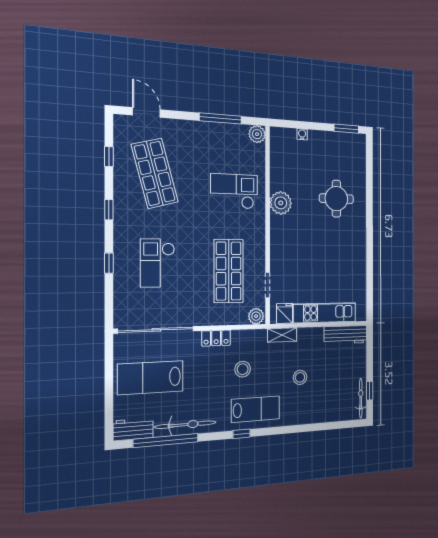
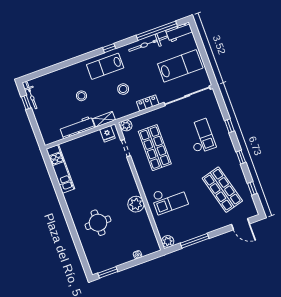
kitchen unit: (325, 313) -> (60, 169), moved, turned -90
workbench: (345, 335) -> (77, 127), moved

